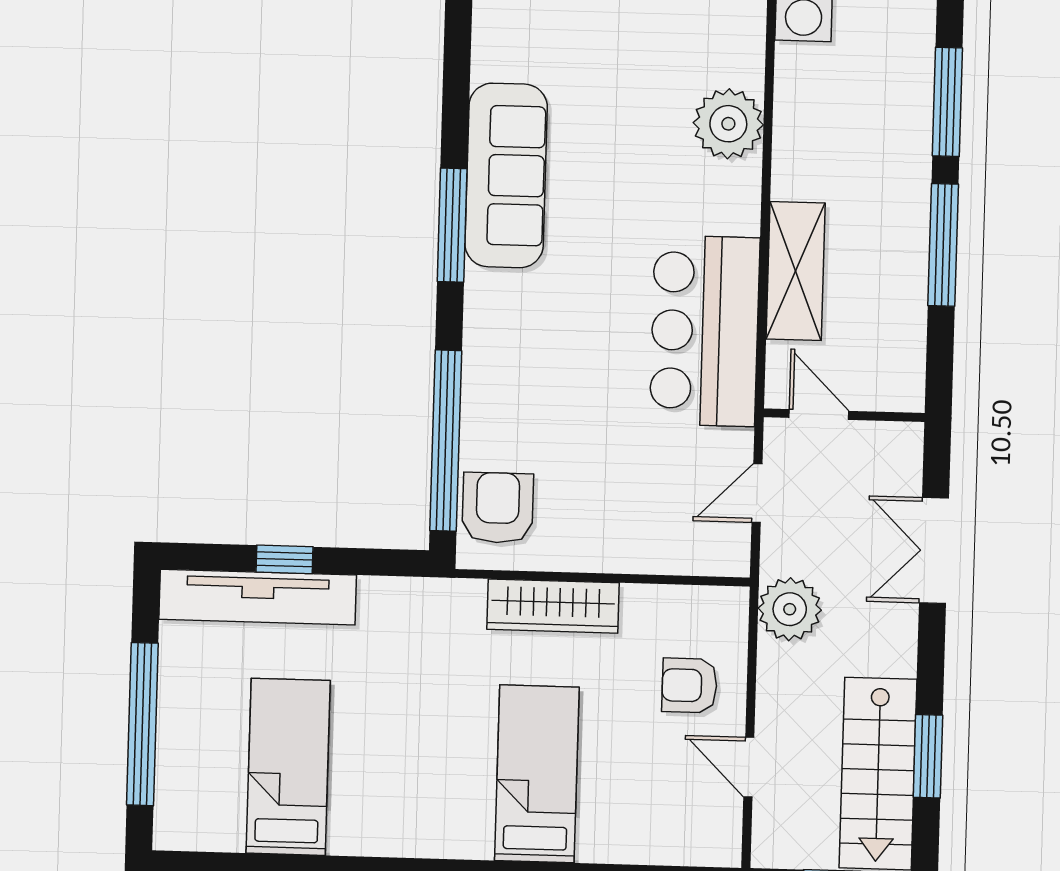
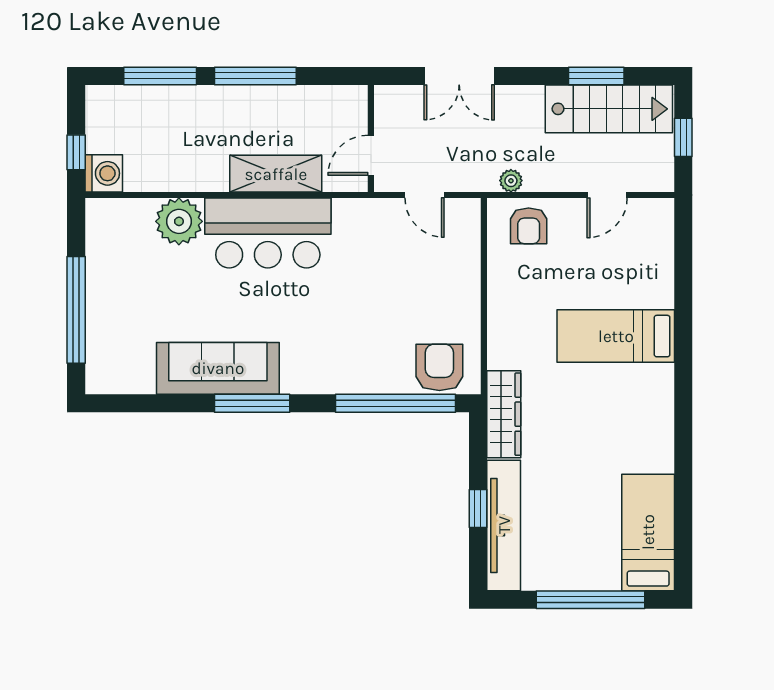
bar counter: (705, 331) -> (268, 233), moved
armchair: (498, 508) -> (439, 367), turned 90
wardrobe: (553, 606) -> (504, 414), moved
plant: (790, 609) -> (511, 181), width x0.53, depth x0.53
armchair: (689, 685) -> (529, 226), moved
bed: (288, 767) -> (648, 532), moved, turned 90

